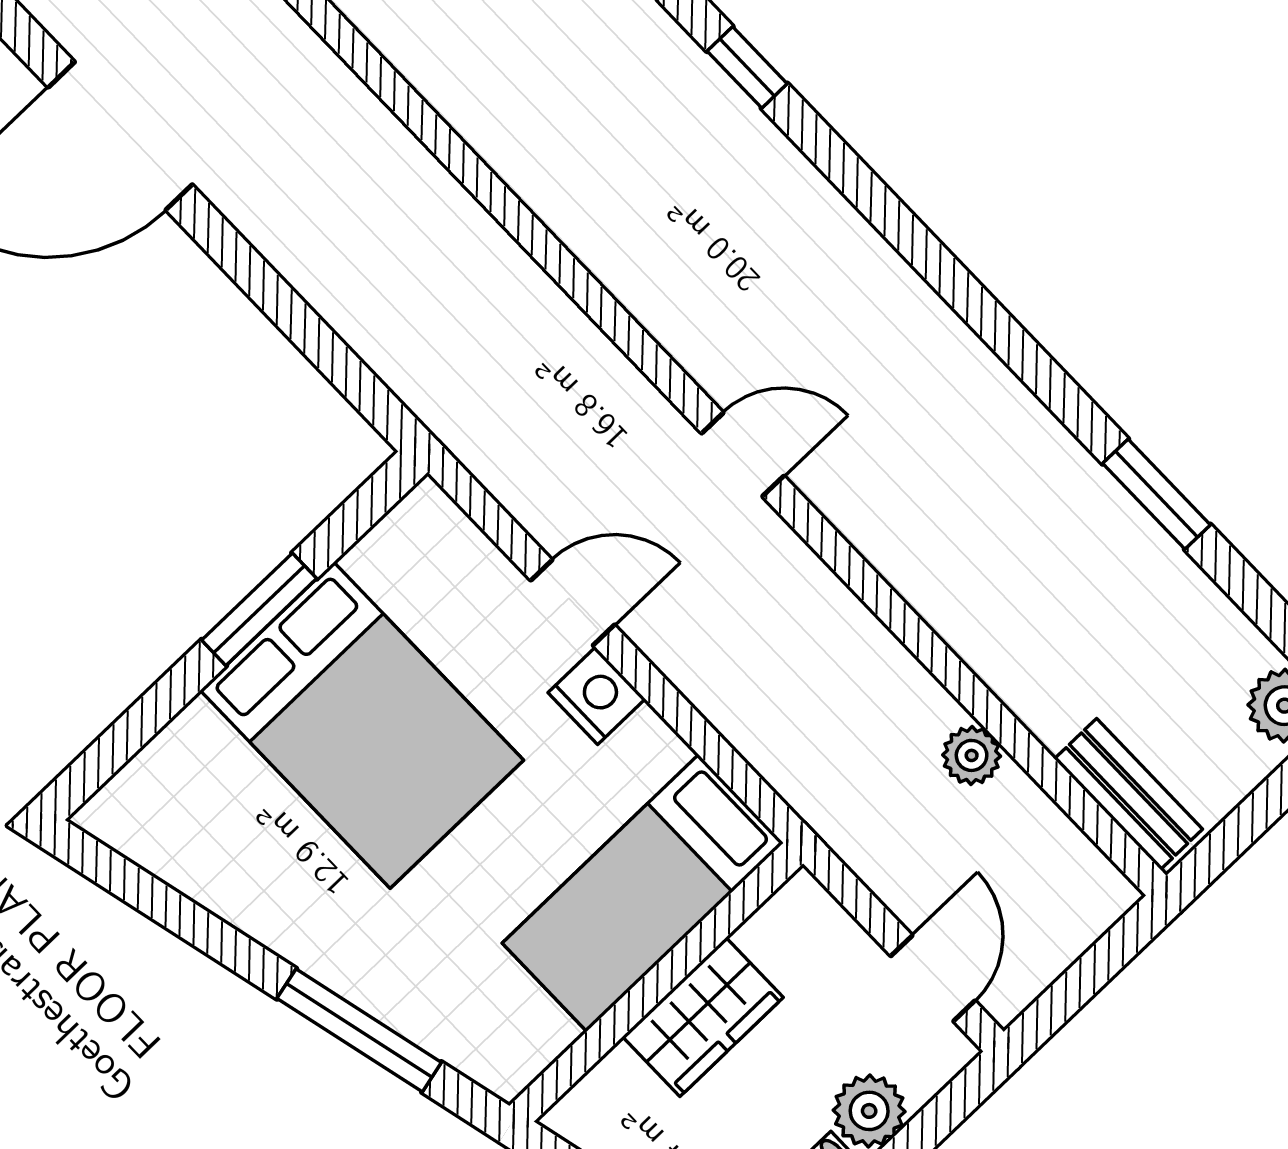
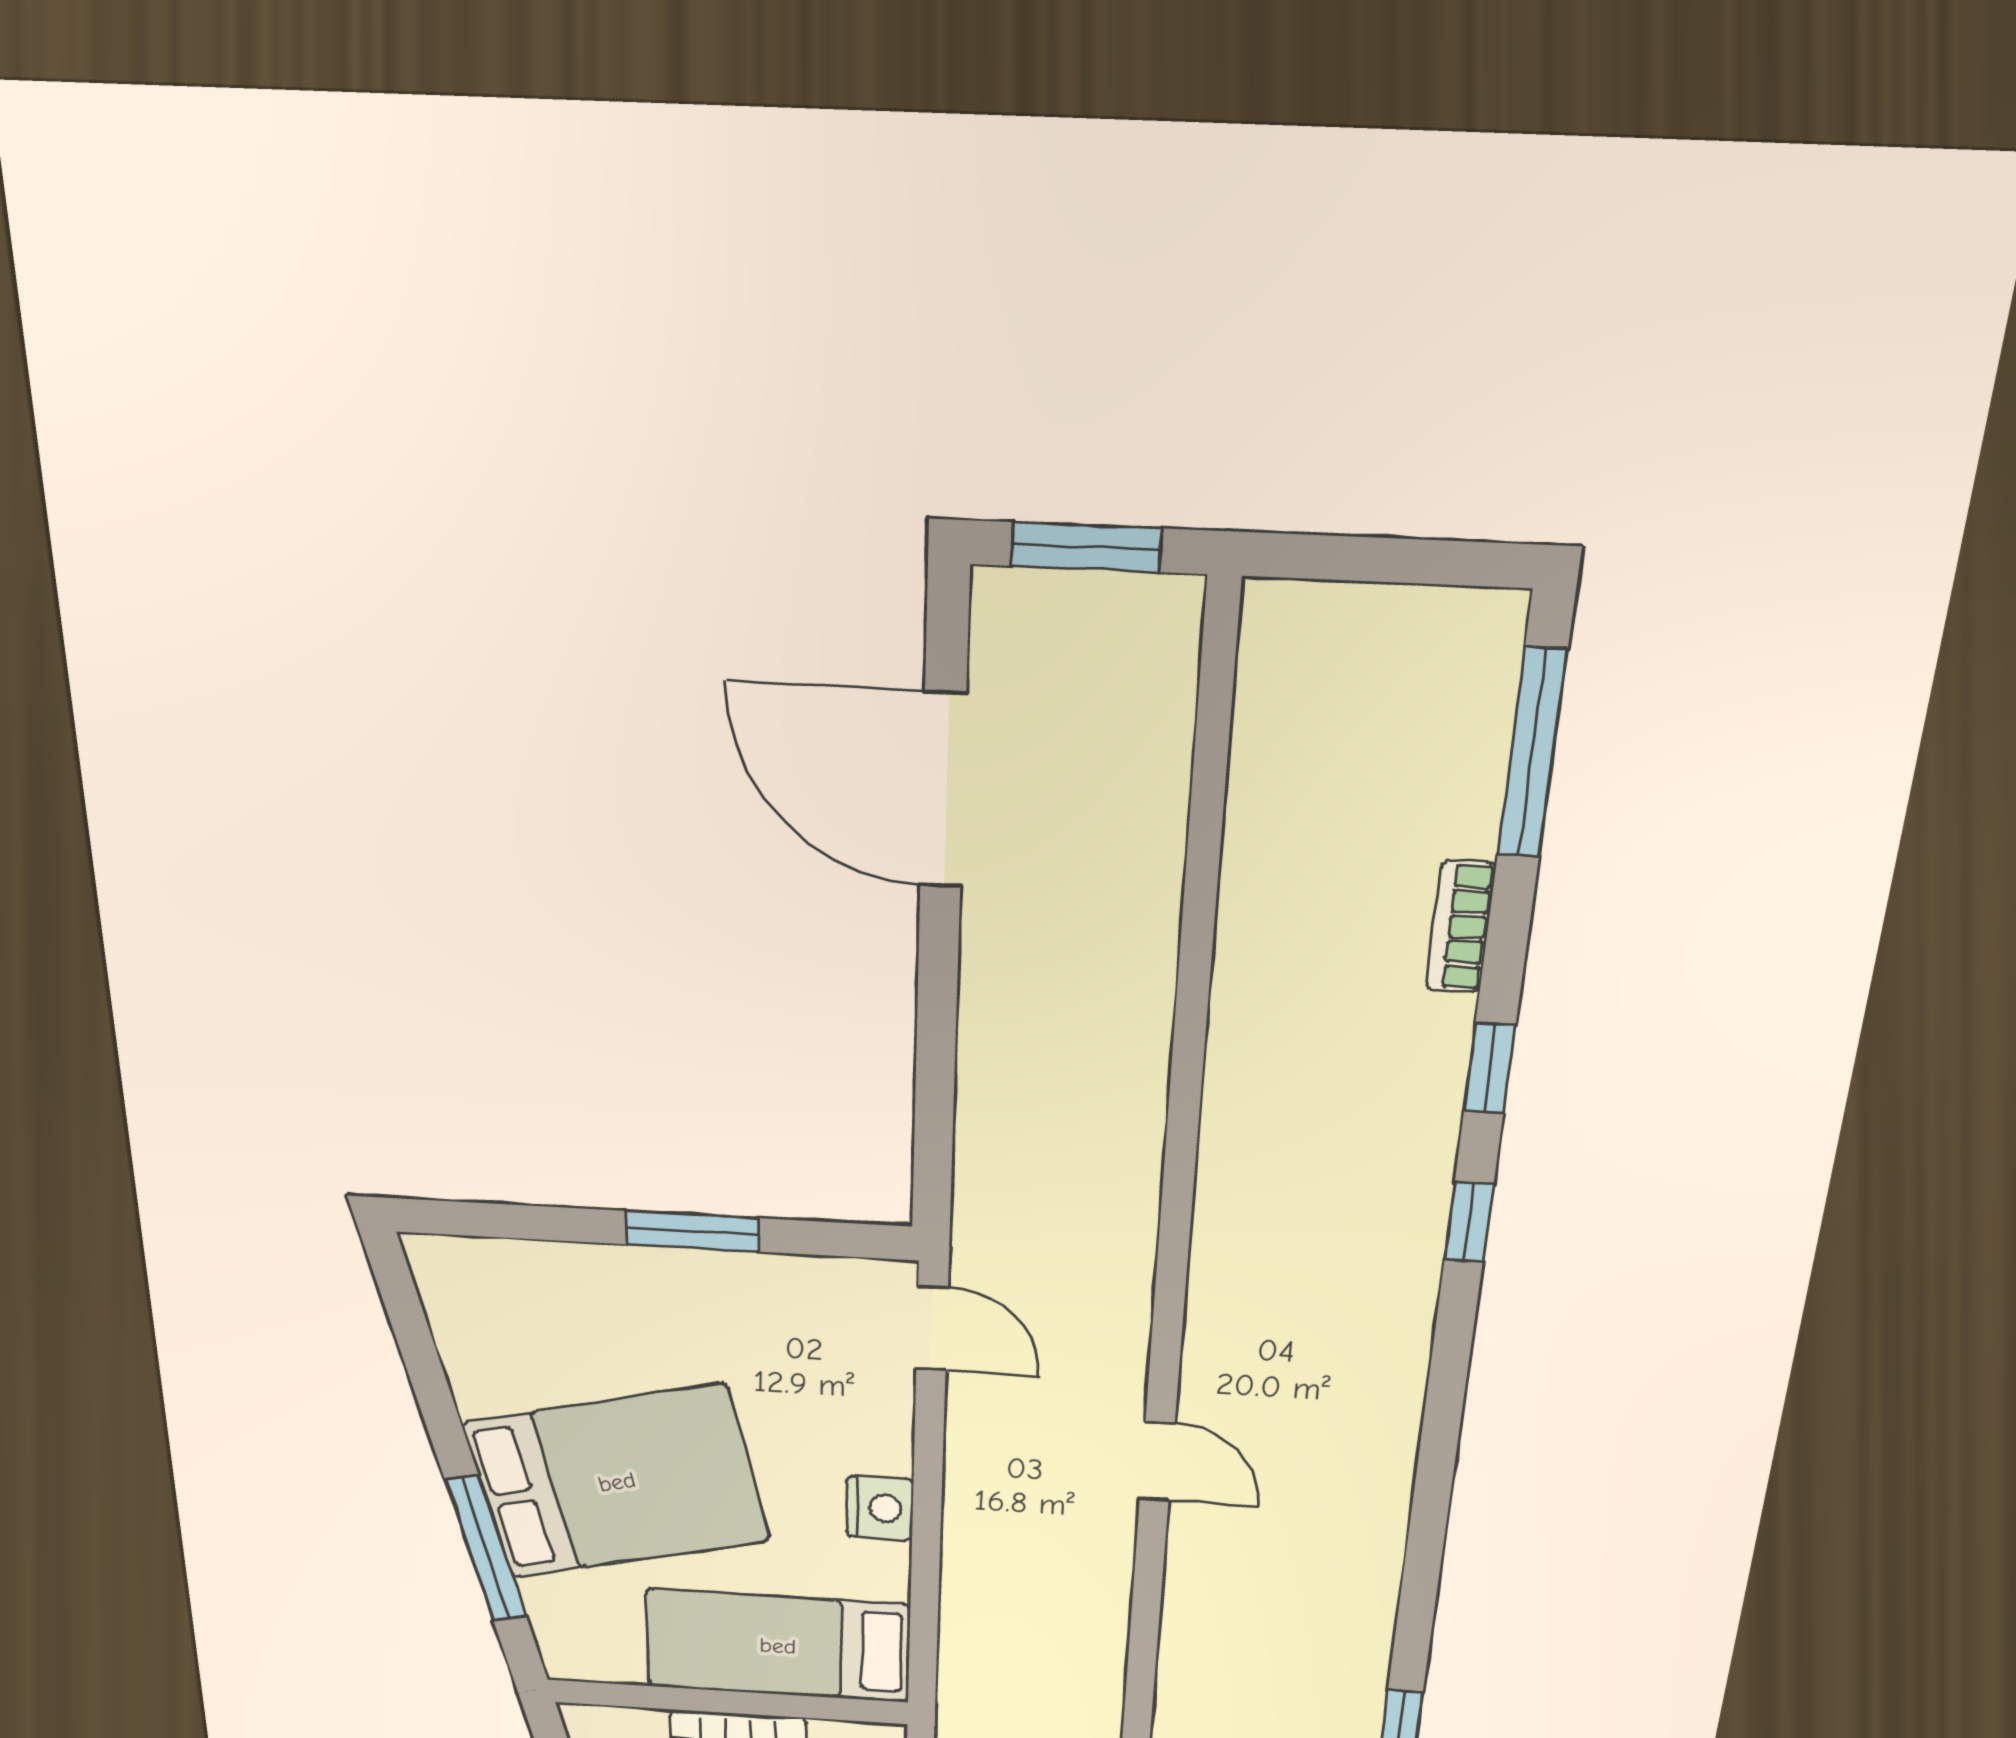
door: (573, 603) -> (932, 1328), moved
bed: (362, 725) -> (617, 1482), moved, turned -103

